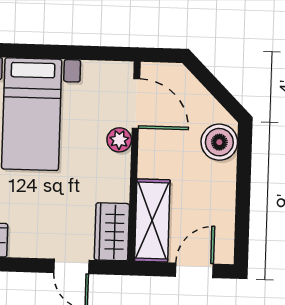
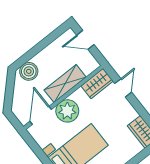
plant: (119, 140) -> (67, 111), width x1.87, depth x1.87
shelving: (152, 220) -> (65, 83), moved

